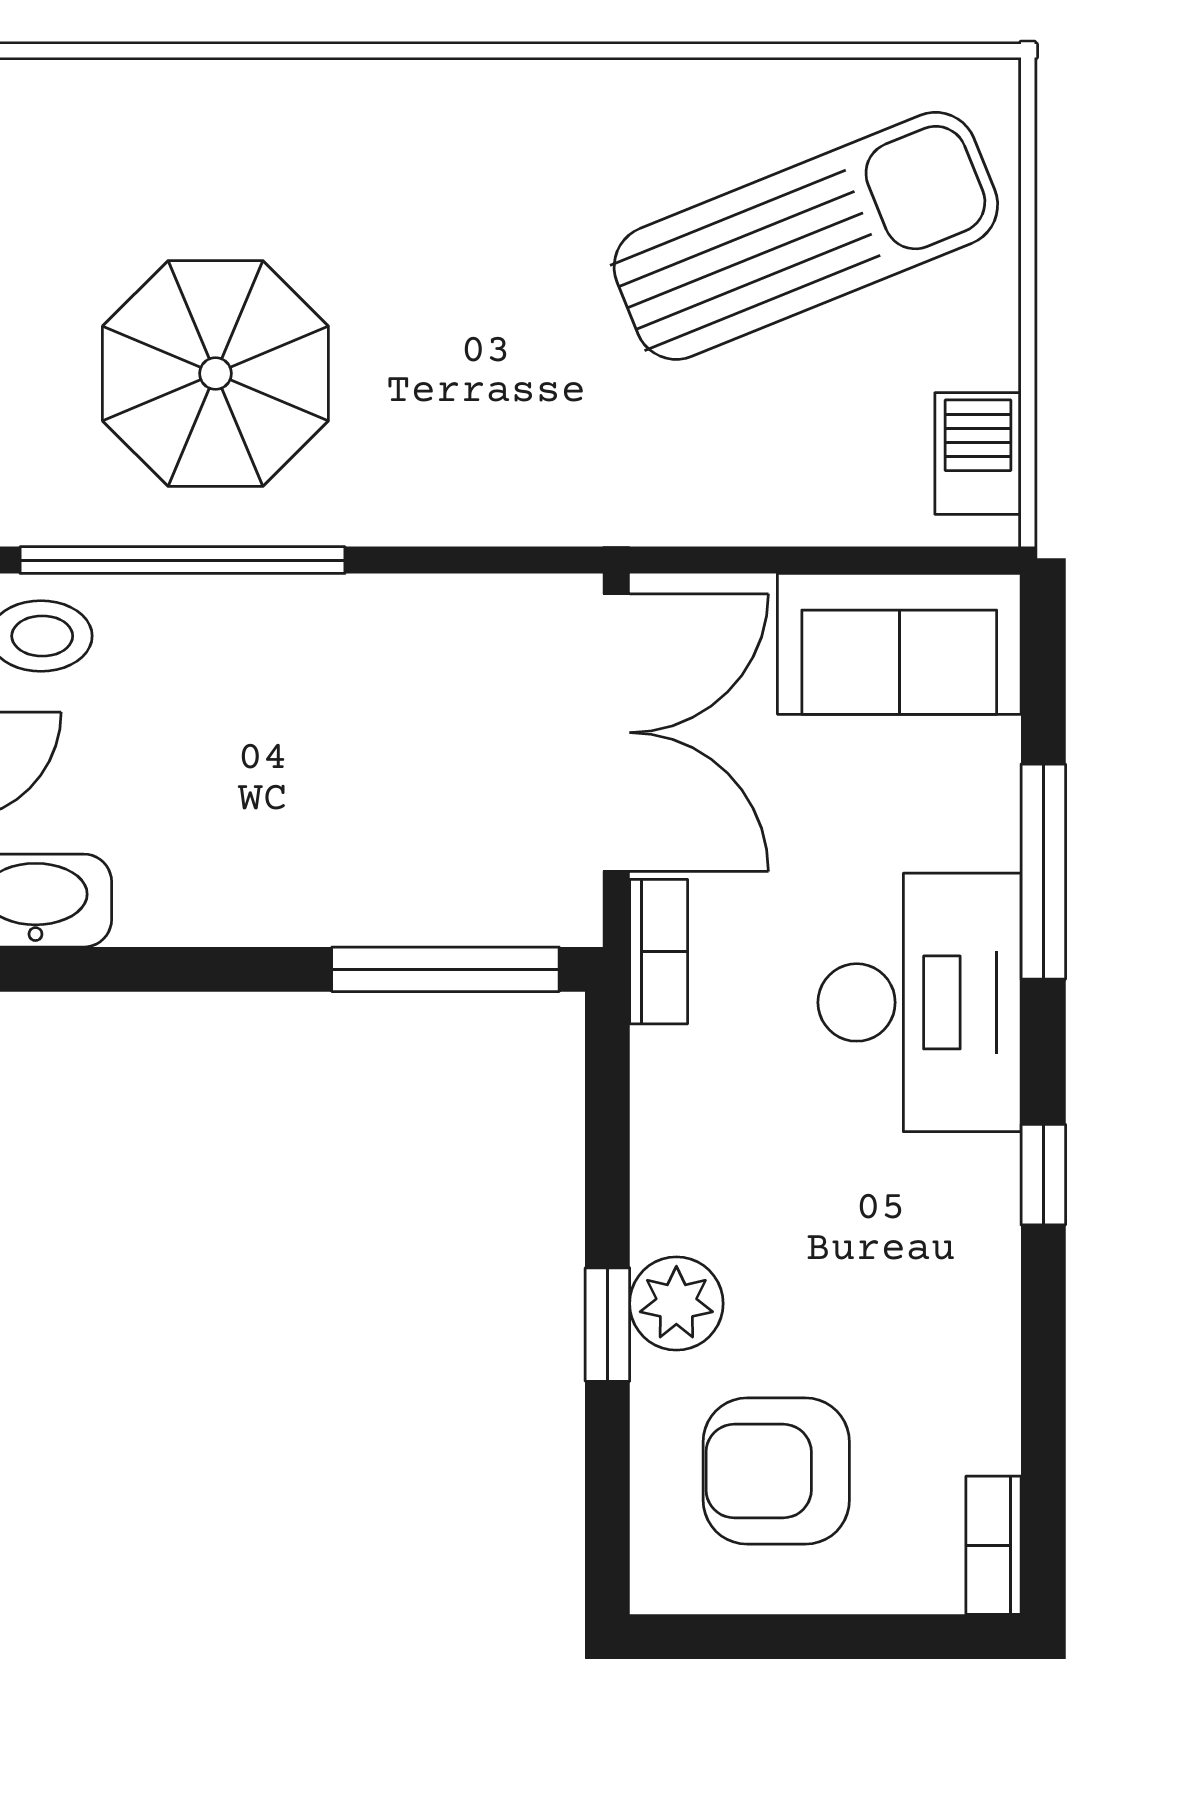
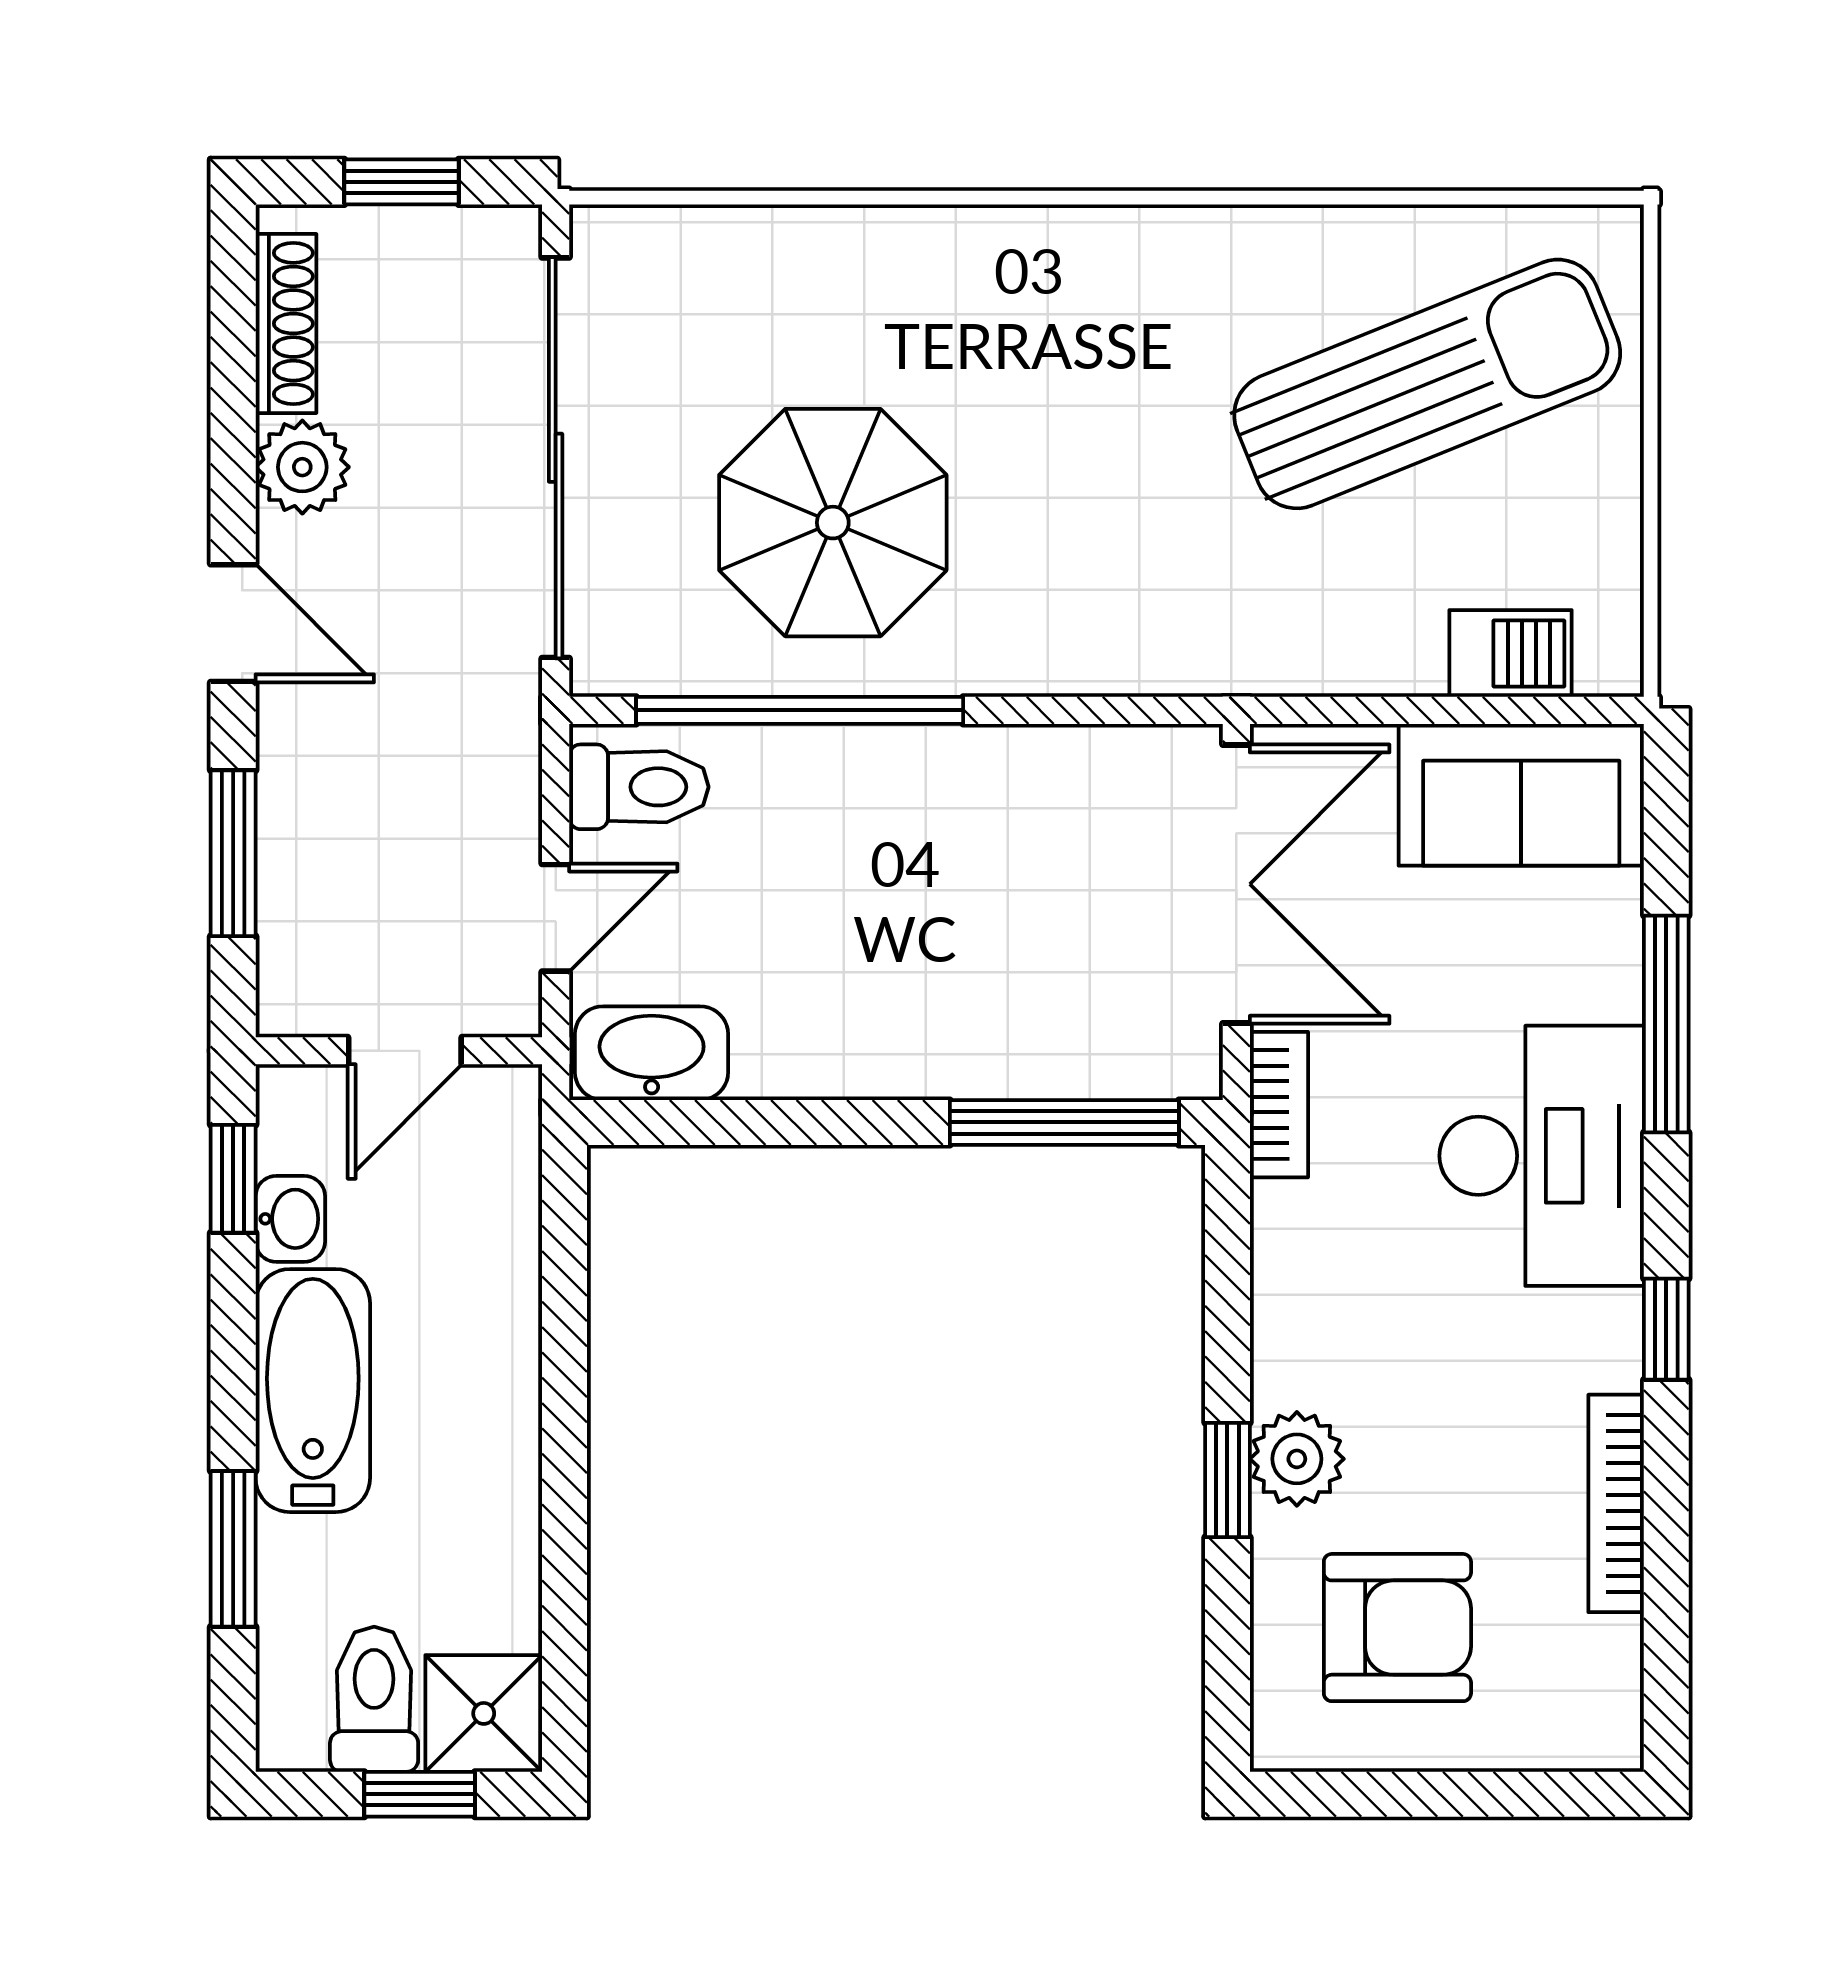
barbecue: (978, 453) -> (1511, 653), moved, turned 90
armchair: (776, 1471) -> (1397, 1628), turned 180
bookcase: (993, 1545) -> (1616, 1503), moved, width x1.56

